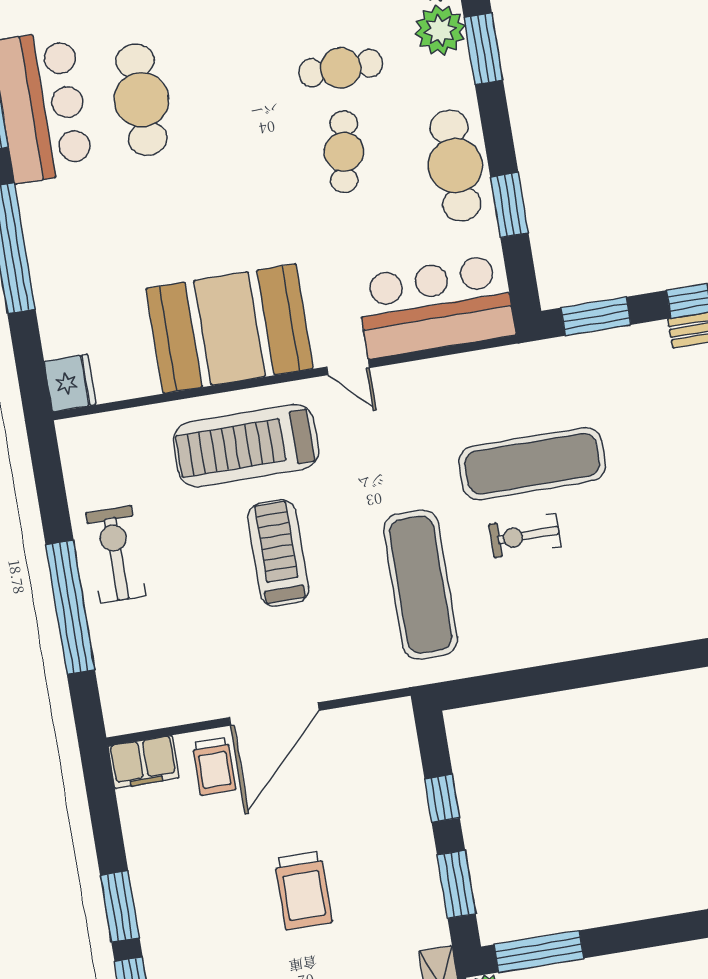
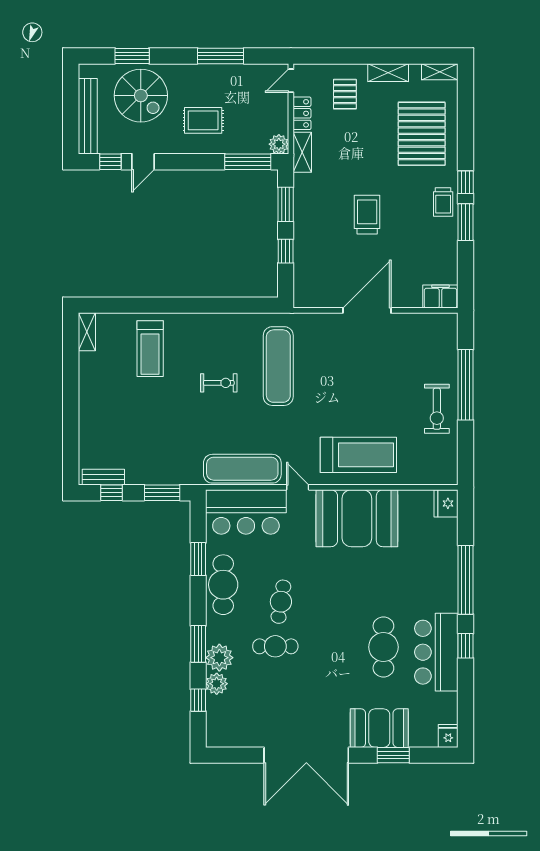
exercise mat: (532, 464) -> (242, 469), moved
treadmill: (278, 553) -> (150, 349), moved
trolley: (214, 766) -> (443, 202), moved, turned 180

